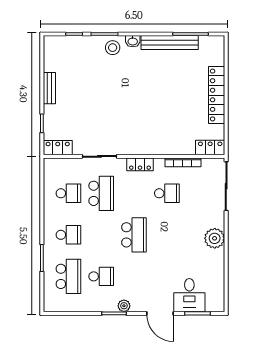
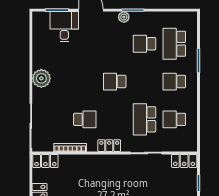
school desk: (167, 193) -> (85, 119), turned 180
school desk: (134, 235) -> (115, 82), width x0.54

